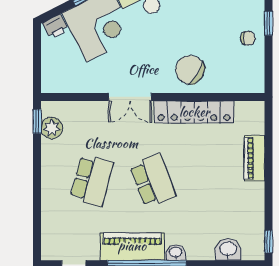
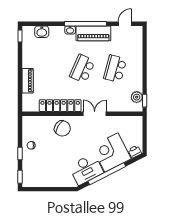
school desk: (153, 181) -> (82, 69), turned 45

